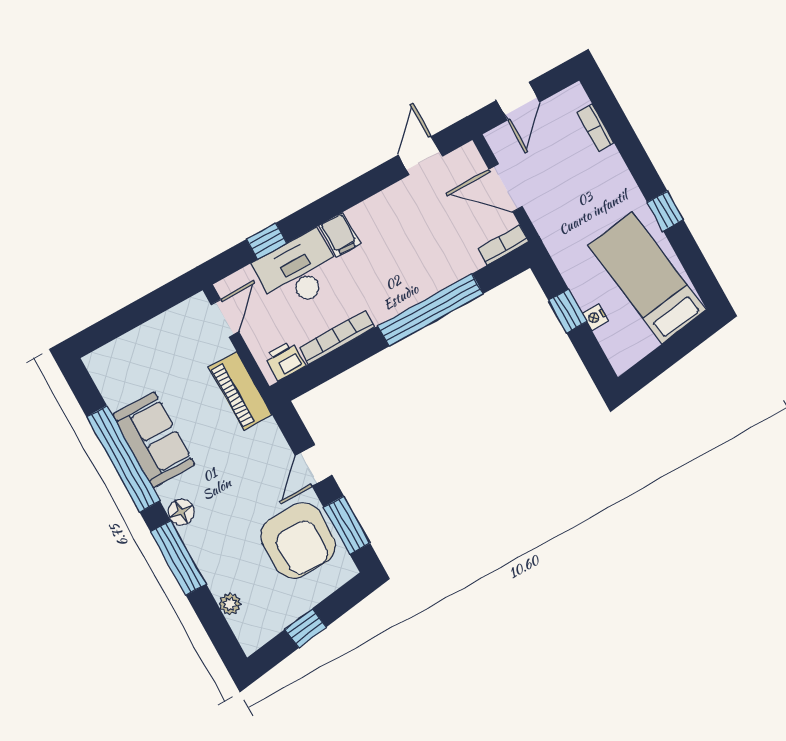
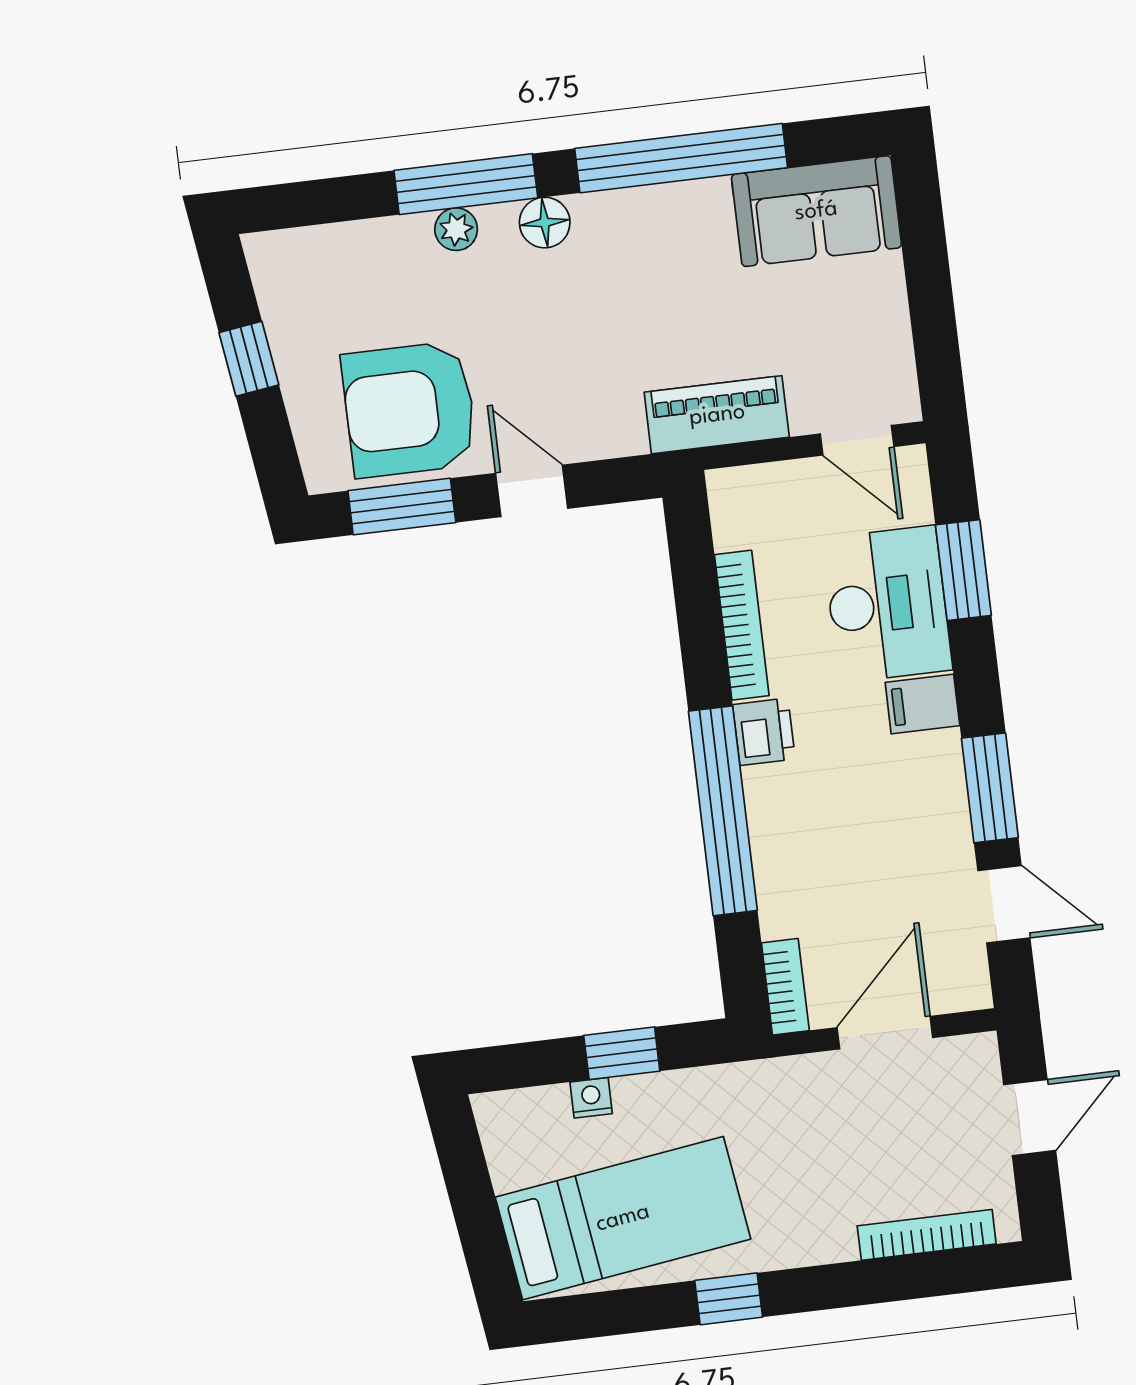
door: (518, 101) -> (1030, 1118), swing flipped
bookcase: (595, 128) -> (927, 1235), width x1.56
window: (367, 185) -> (990, 788), added
window: (267, 241) -> (963, 570), width x1.50
printer: (285, 361) -> (764, 732), moved
sofa: (154, 440) -> (816, 211), moved
plant: (230, 604) -> (456, 229), moved

